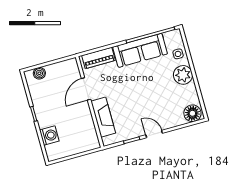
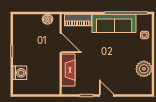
boiler: (39, 73) -> (48, 19), moved
plant: (183, 75) -> (144, 69), moved
door: (86, 89) -> (61, 43), swing flipped
floor lamp: (192, 113) -> (143, 87), removed

